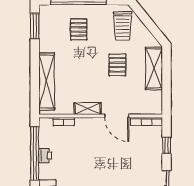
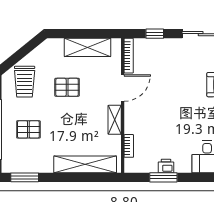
trolley: (123, 26) -> (25, 82), turned 90
shelving: (154, 69) -> (88, 47), moved
window: (35, 153) -> (163, 177), width x0.47

